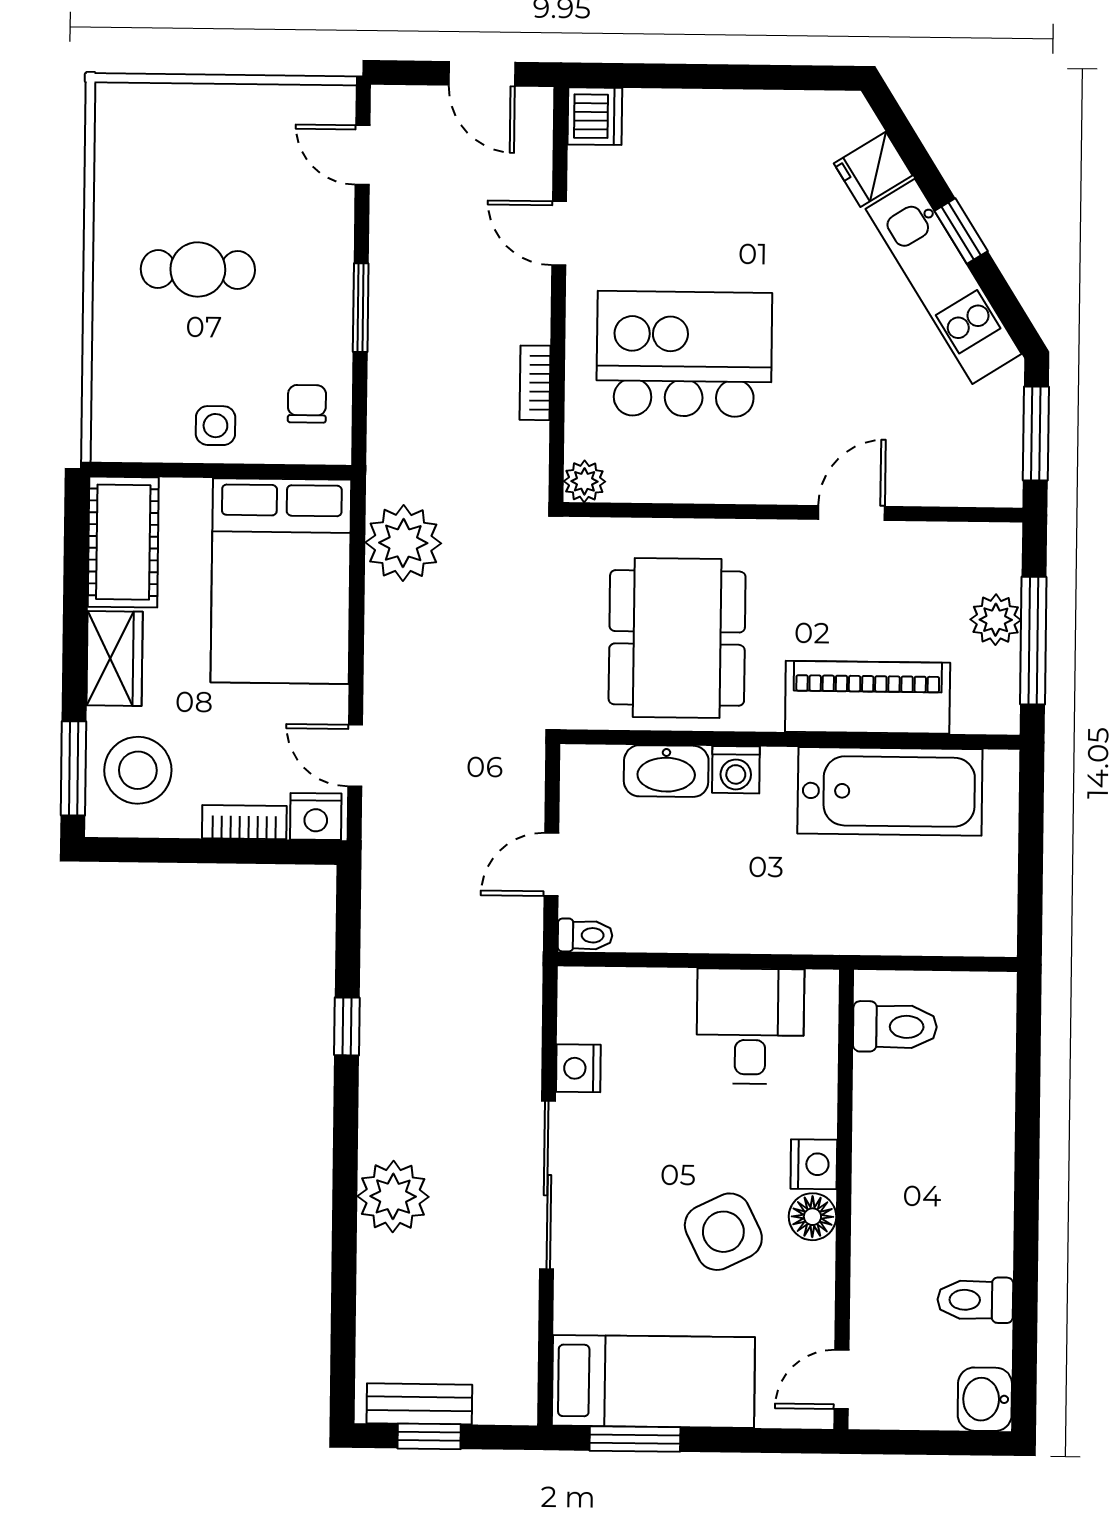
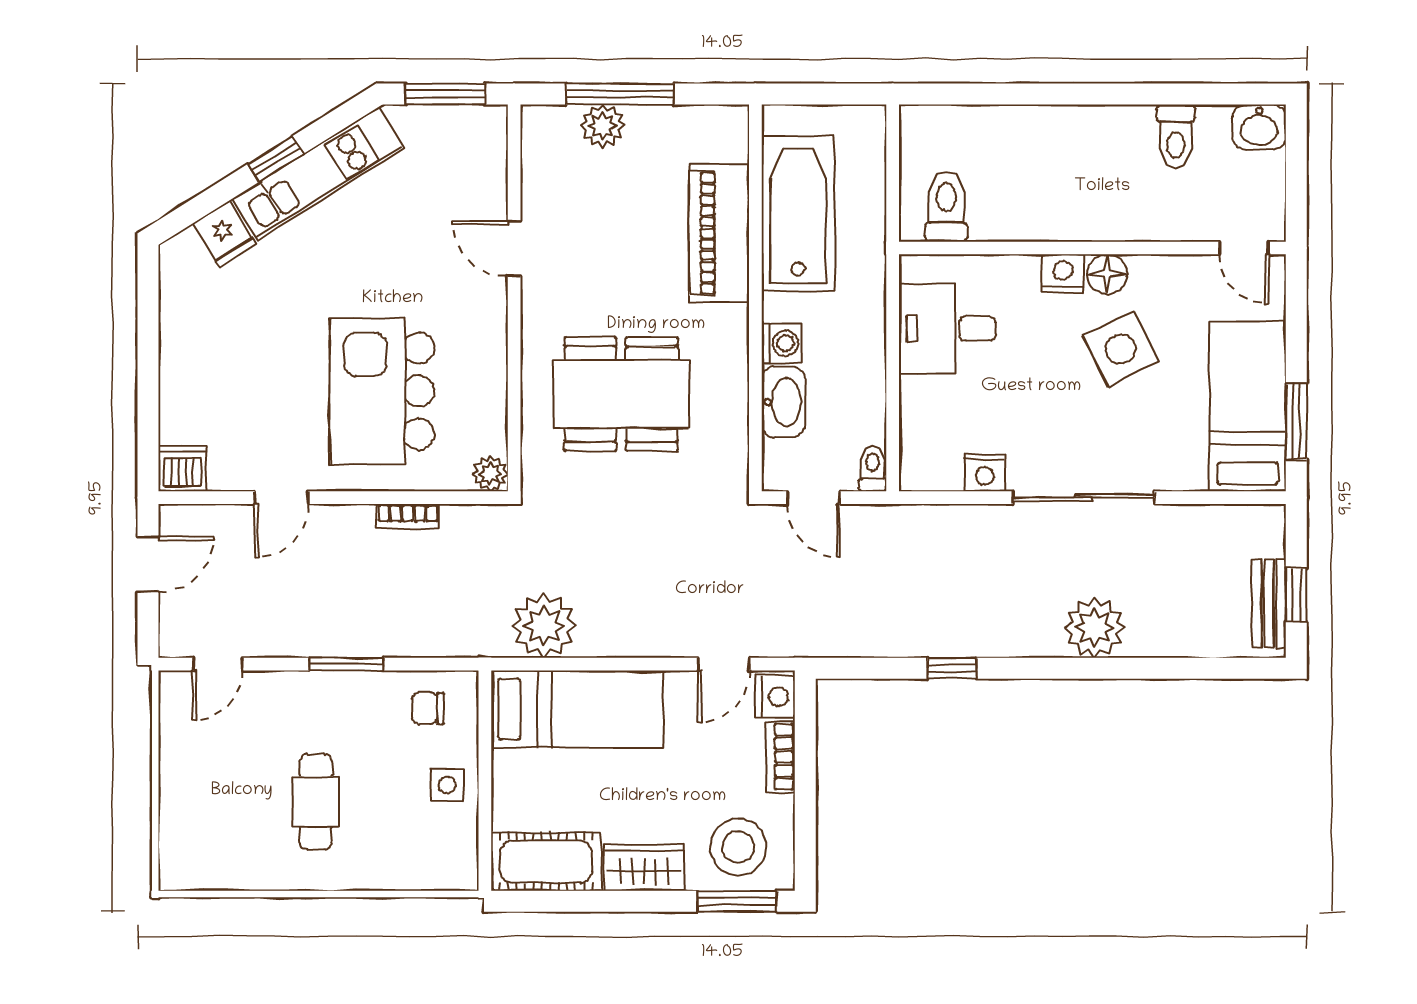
bed: (281, 581) -> (577, 709), width x0.67
piano: (868, 697) -> (719, 233), moved
wall: (790, 739) -> (755, 298), moved
washing machine: (736, 770) -> (781, 343), moved
washbasin: (666, 771) -> (783, 402), moved
bathtub: (890, 791) -> (798, 213), moved

